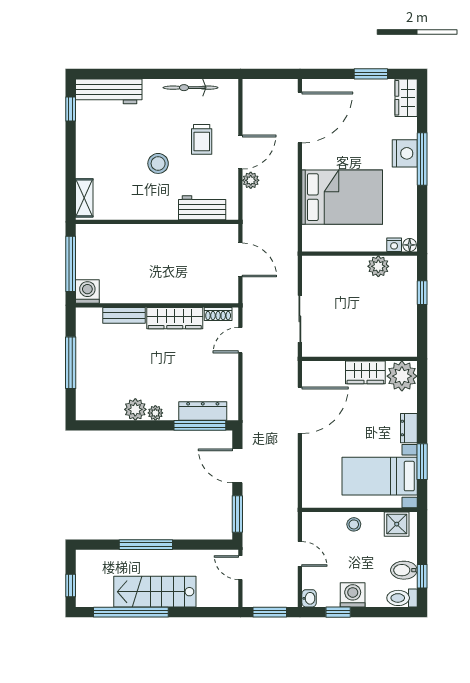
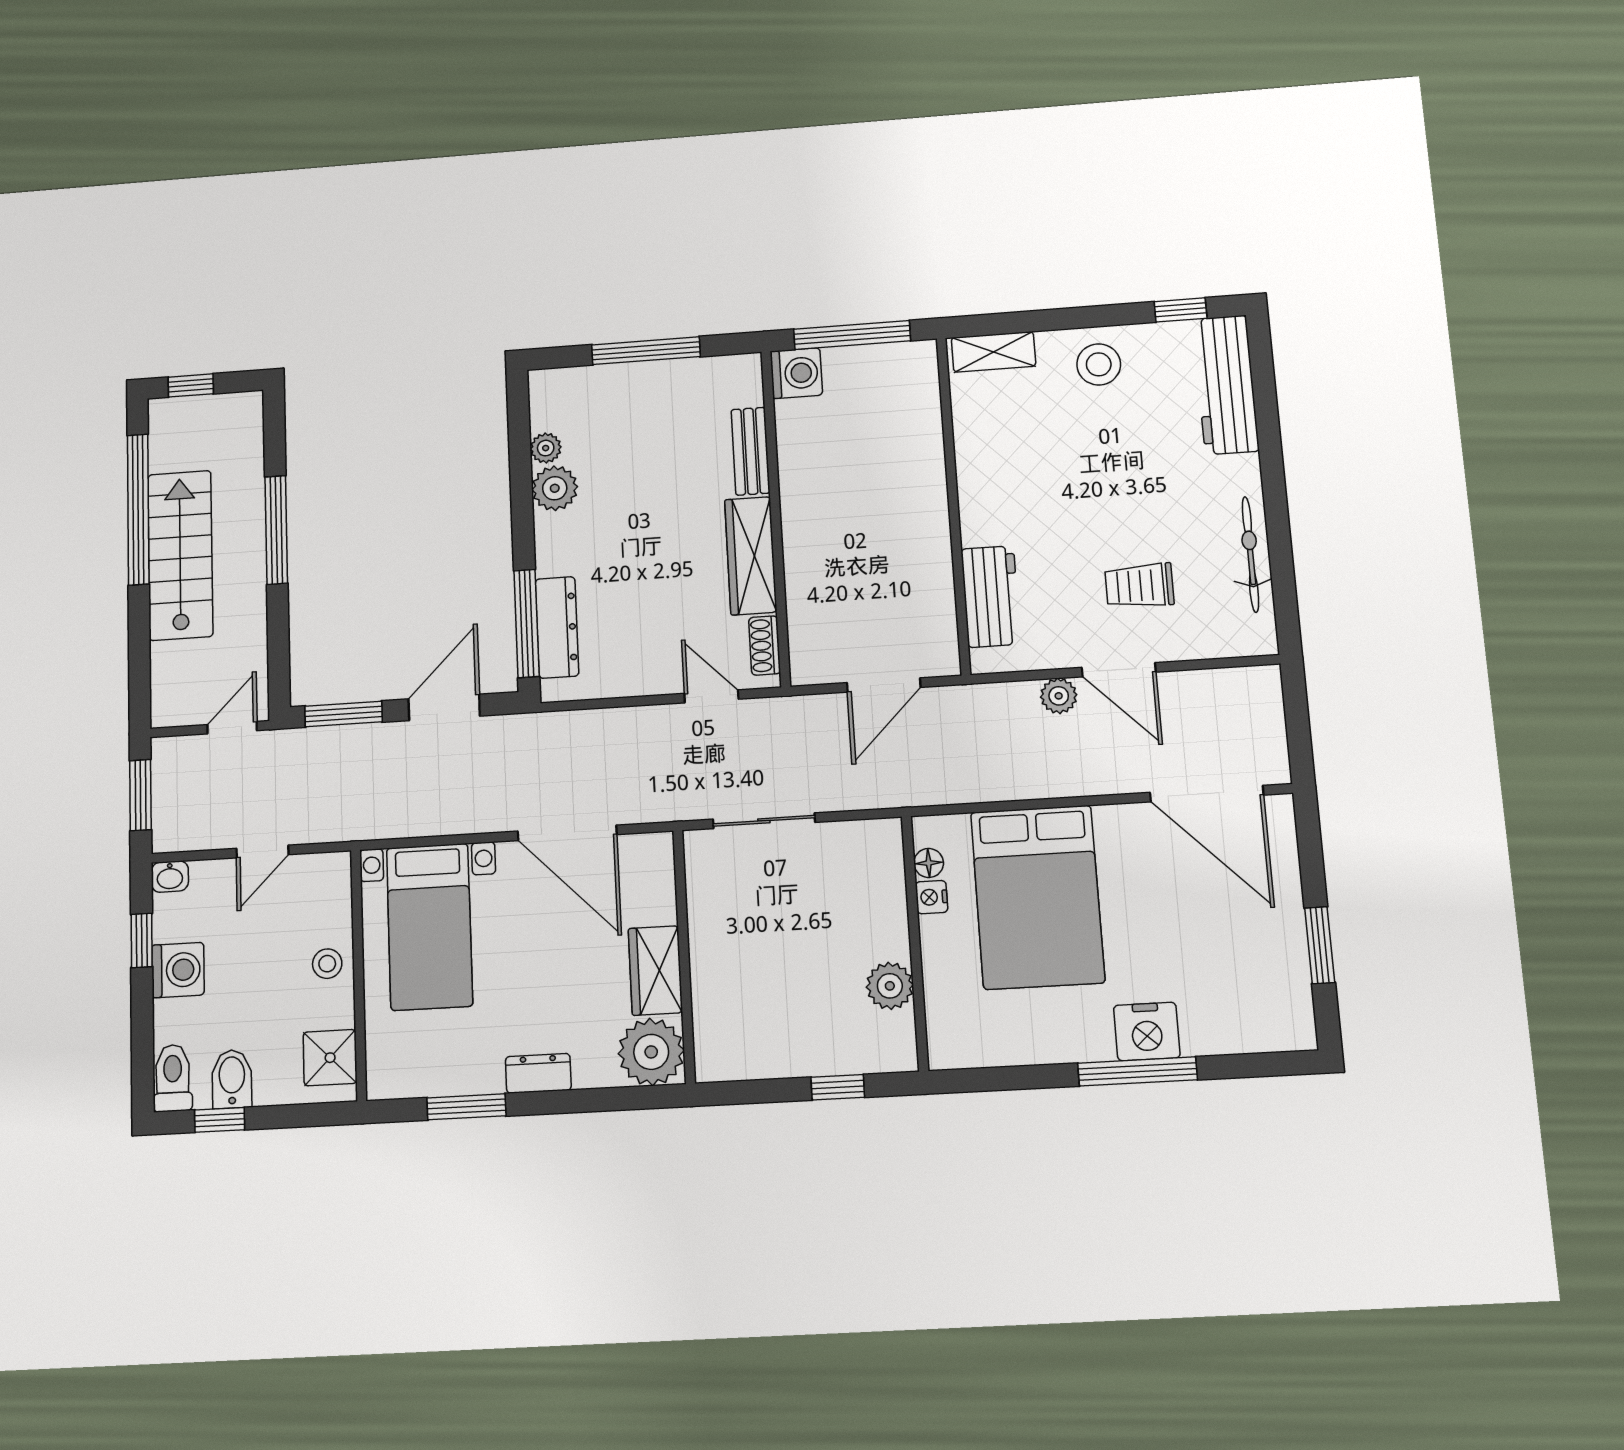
wardrobe: (406, 98) -> (1273, 1028), removed
stool: (158, 163) -> (1099, 364), moved
nightstand: (394, 245) -> (932, 897), moved
floor lamp: (410, 245) -> (929, 863), moved
plant: (155, 413) -> (546, 448), moved
bed with nightstands: (380, 476) -> (429, 927), moved, turned 180

